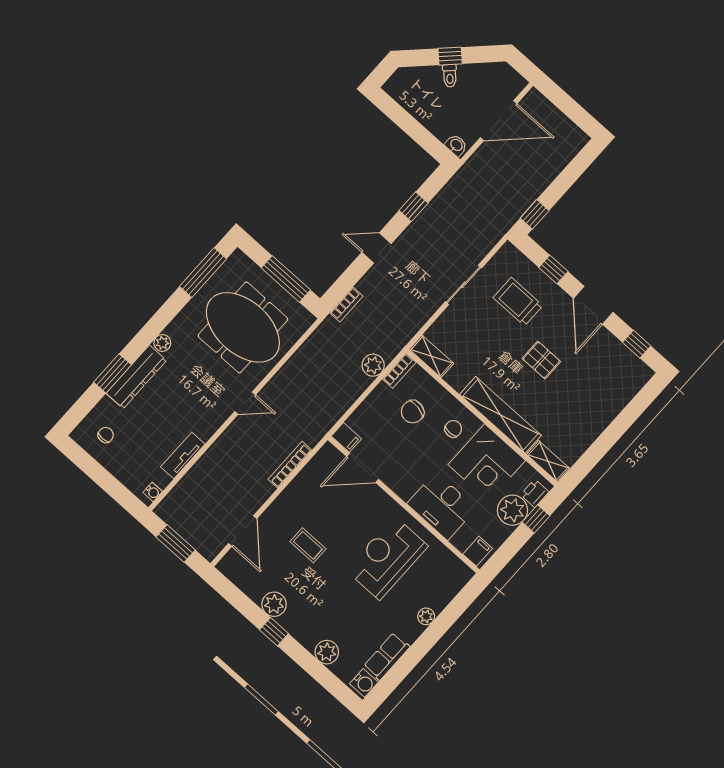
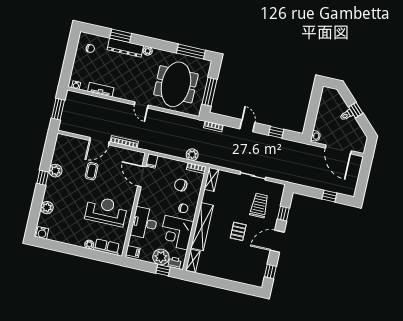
window: (535, 214) -> (329, 196), moved
door: (243, 531) -> (99, 141), moved
row of seats: (387, 656) -> (107, 247), moved

